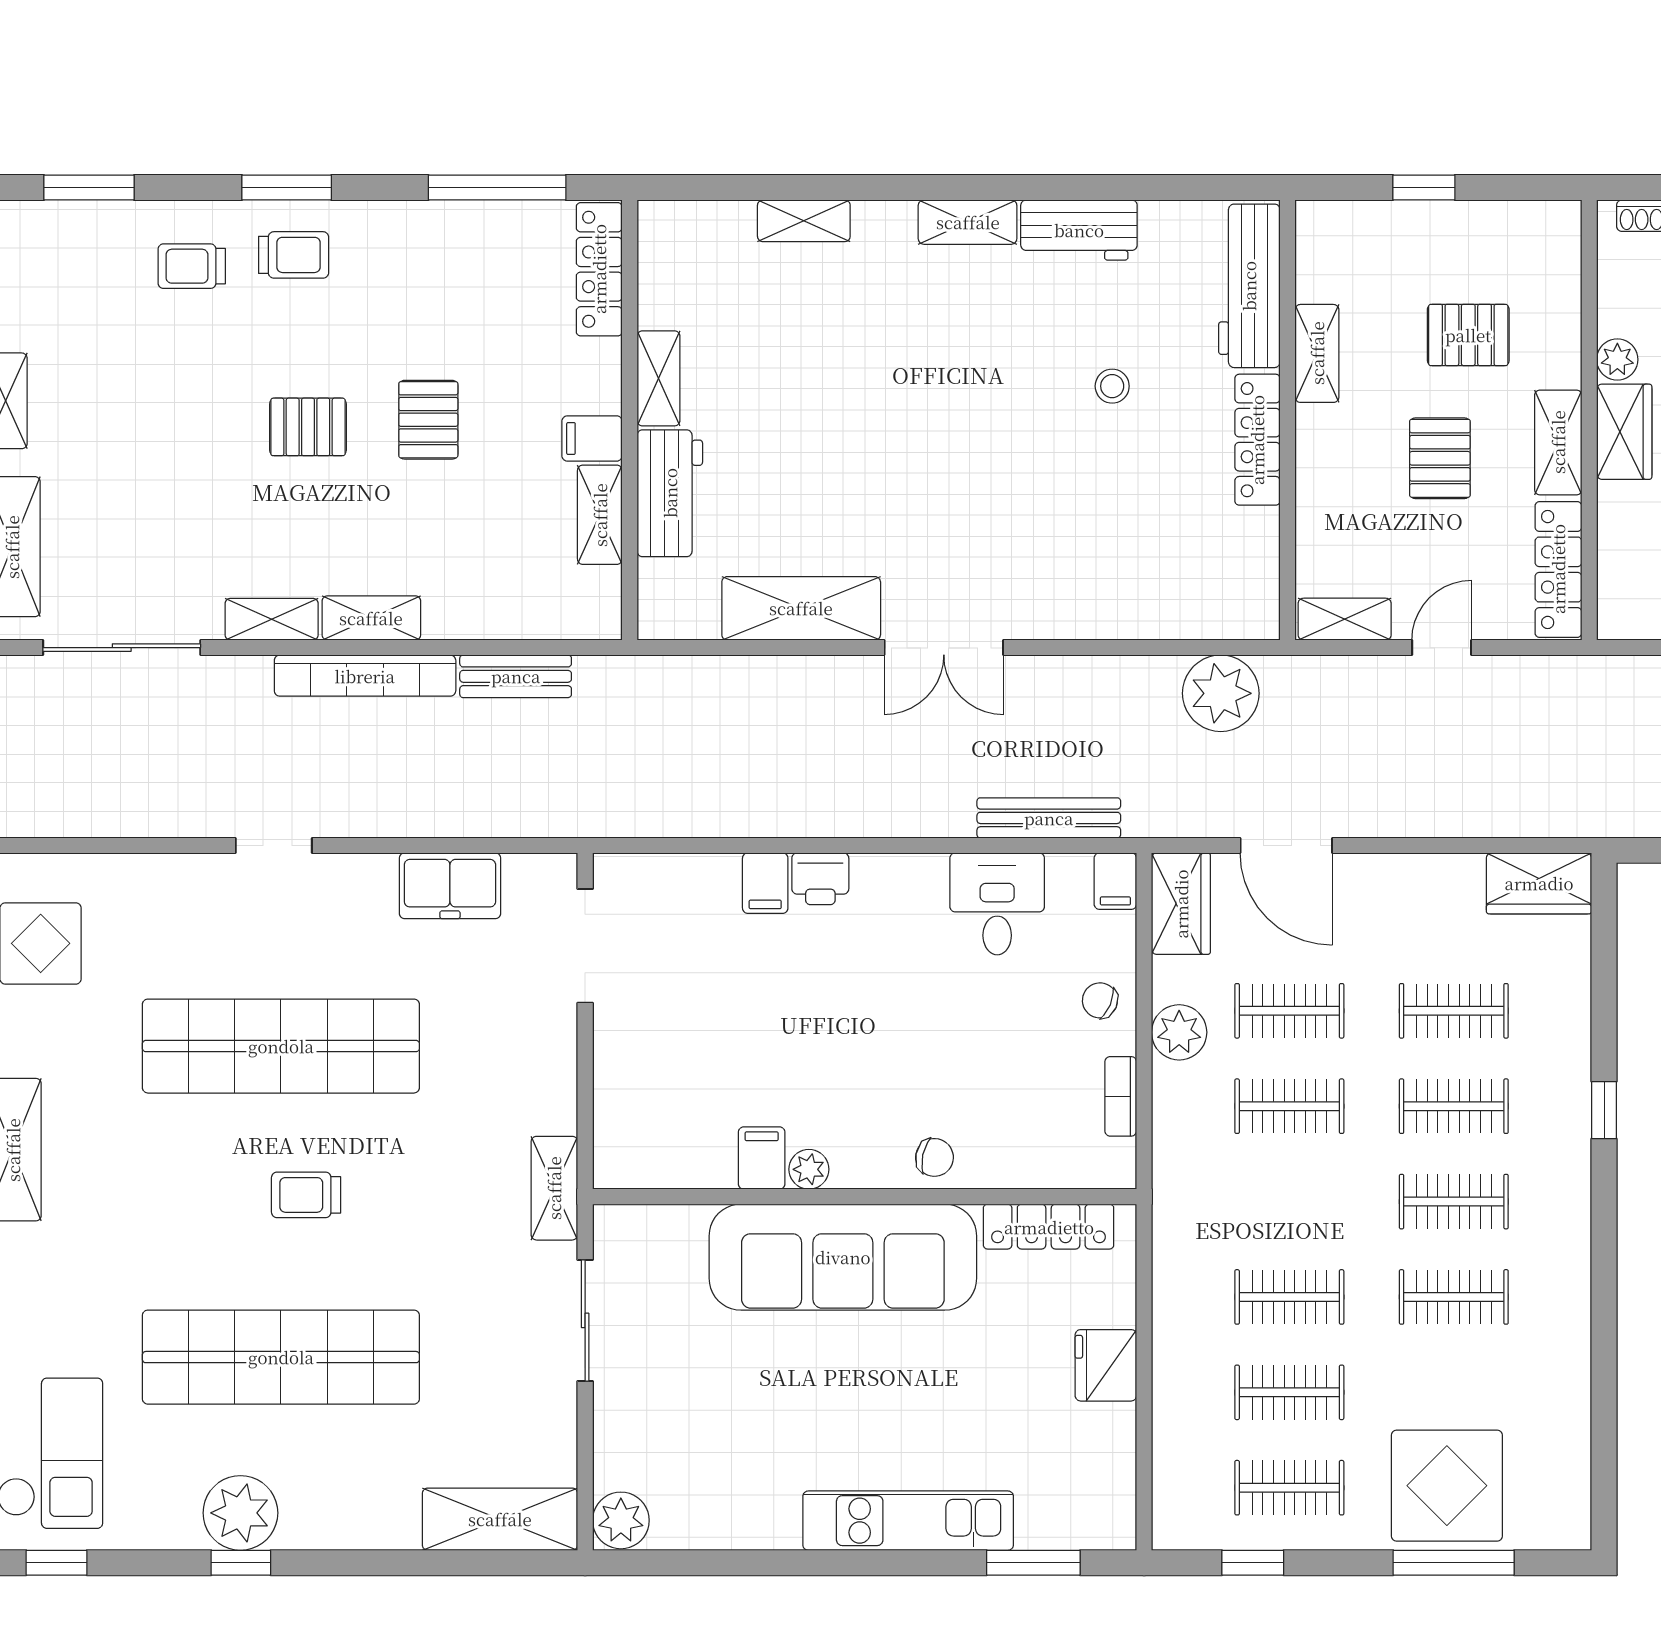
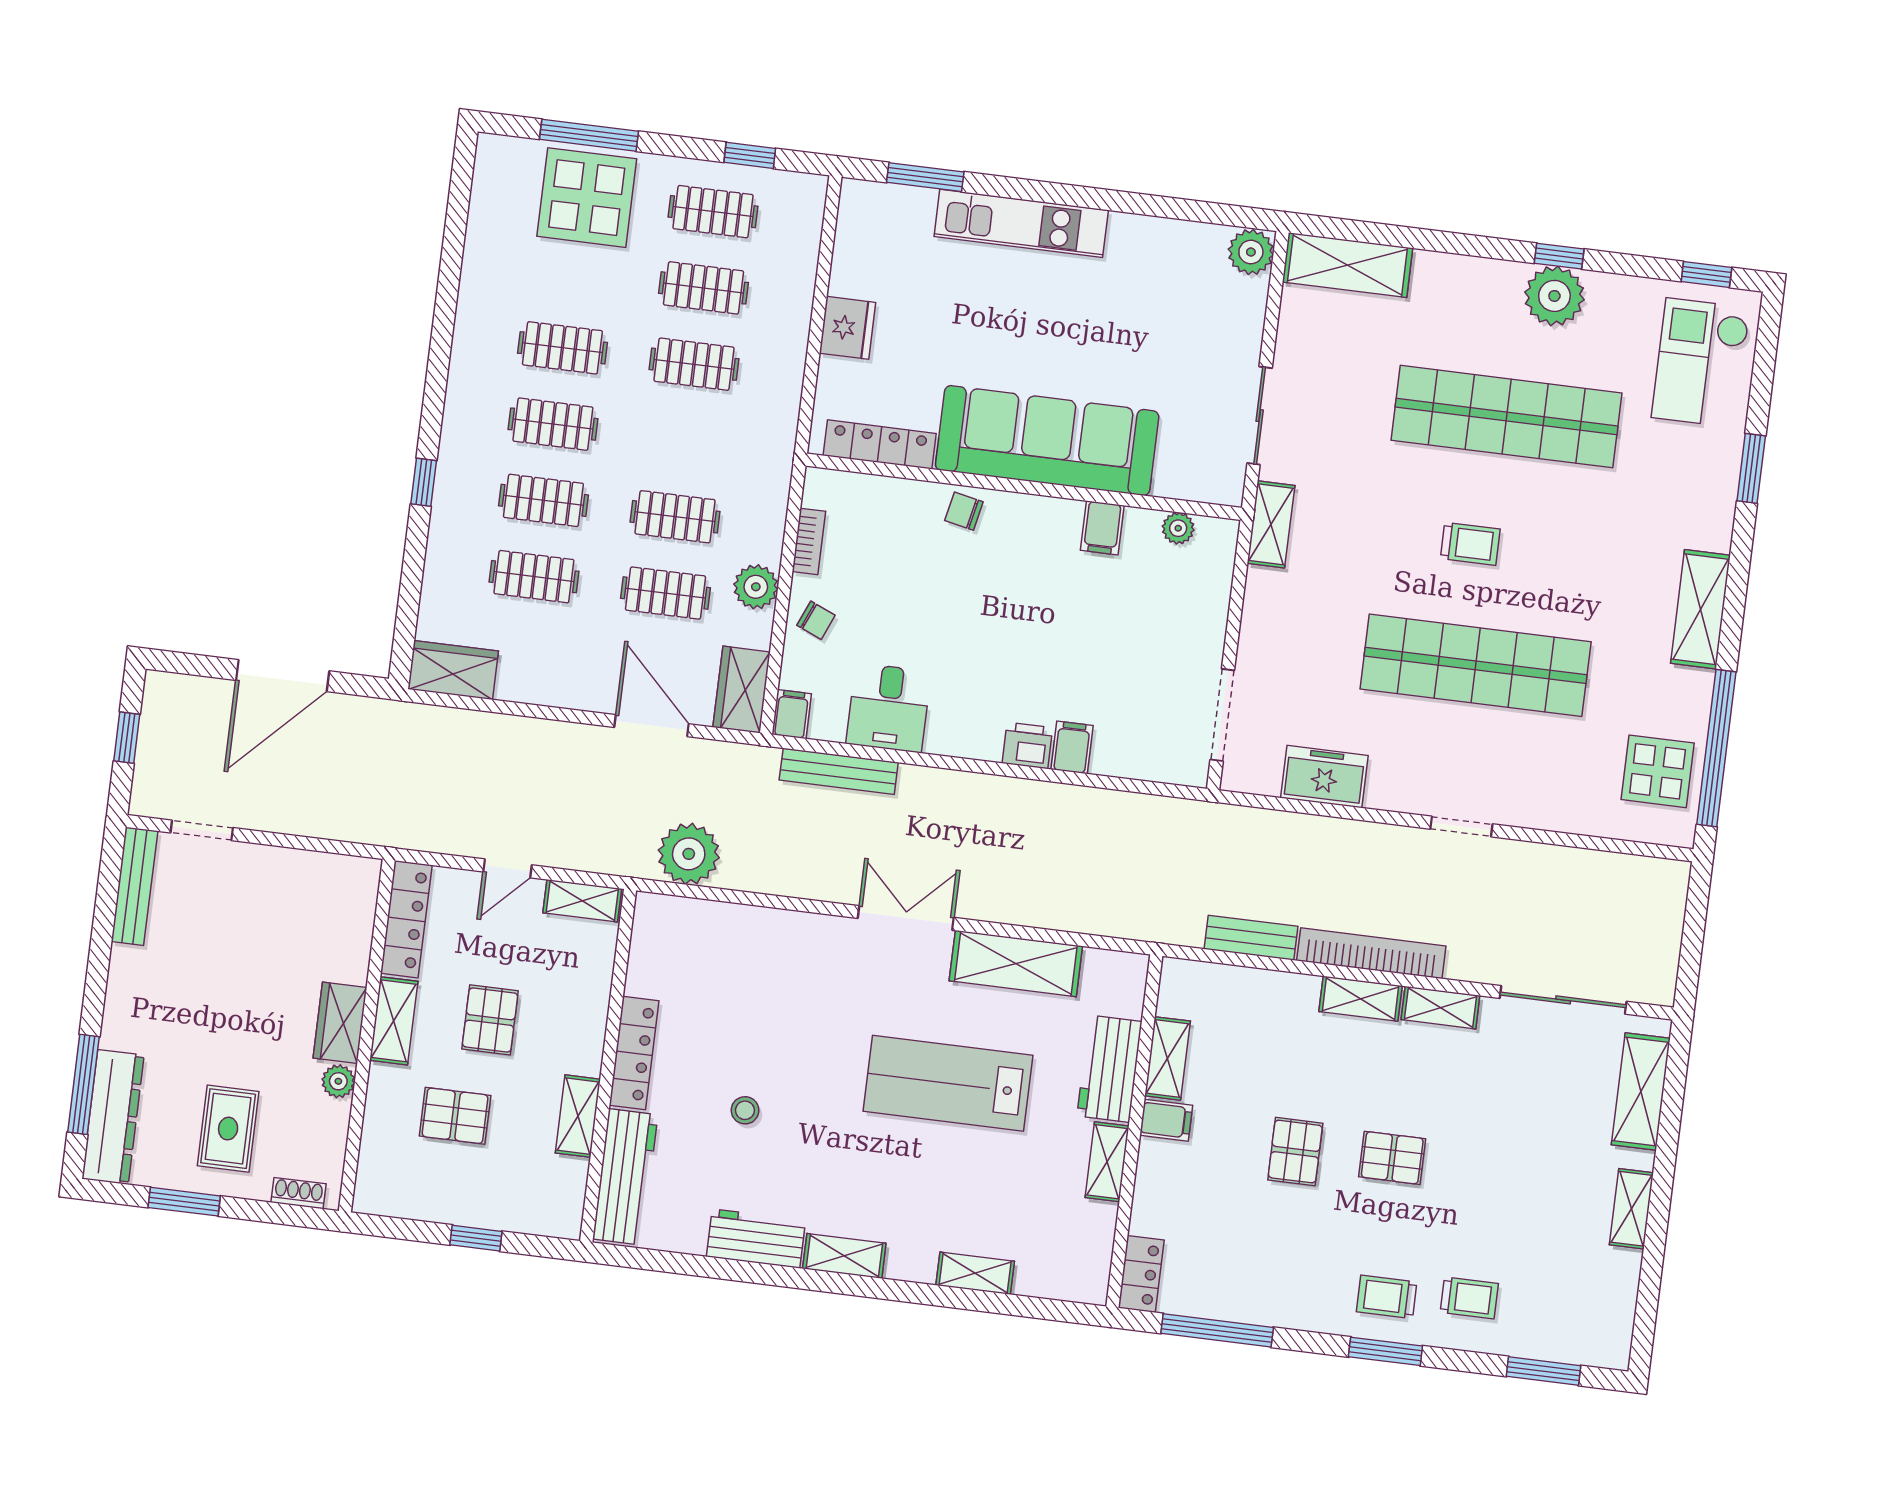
locker: (599, 269) -> (1141, 1274), width x0.66
lab bench: (866, 451) -> (948, 1083), added
plant: (809, 1169) -> (1178, 528), moved

